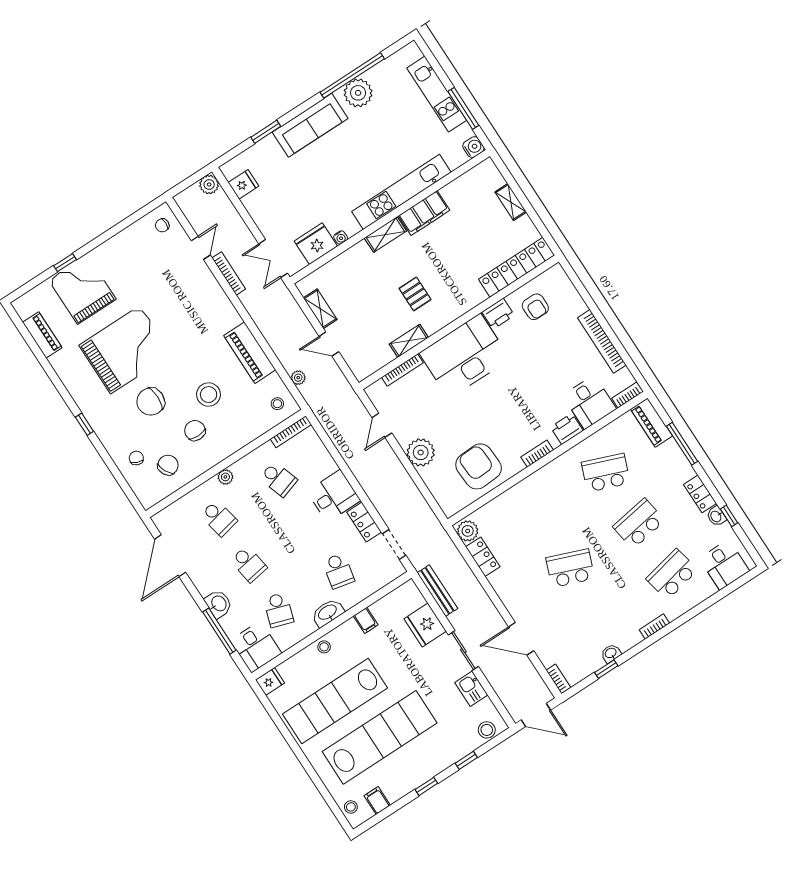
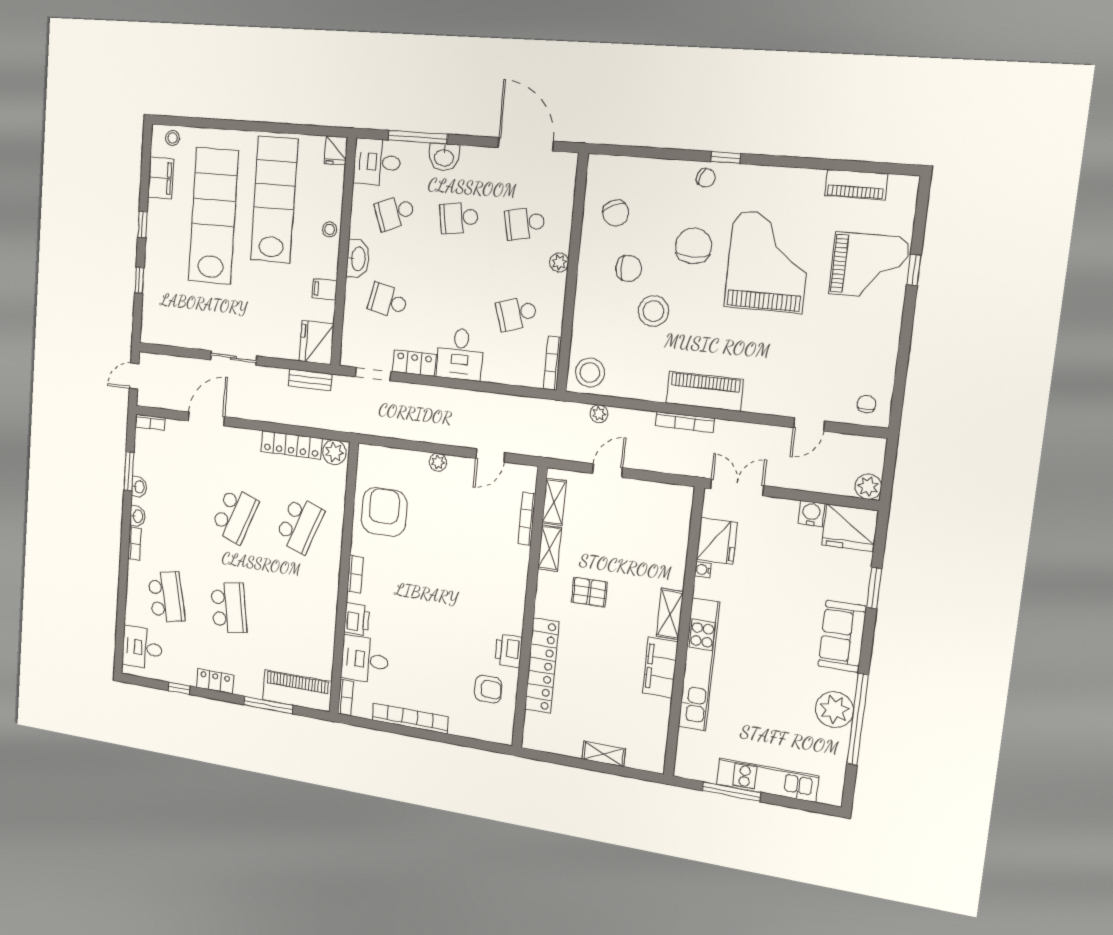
sofa: (310, 125) -> (842, 636), width x0.73
water cooler: (473, 147) -> (811, 513), moved, turned 180
fridge: (243, 184) -> (850, 528), width x1.88, depth x1.34
door: (201, 248) -> (809, 424), hinge flipped
locker: (517, 267) -> (542, 666), moved
bookcase: (229, 274) -> (685, 422), moved
armchair: (535, 307) -> (488, 689), turned 180
shelving: (320, 309) -> (554, 502), moved, turned 90
grand piano: (125, 350) -> (768, 262), turned 180
piano: (250, 353) -> (705, 391), moved
desk: (465, 356) -> (494, 587), removed
stool: (277, 404) -> (590, 372), width x1.89, depth x1.89
piano: (652, 423) -> (297, 691), width x1.37, depth x1.33
door: (382, 425) -> (490, 455), swing flipped
plant: (421, 452) -> (438, 462), width x0.53, depth x0.53
chair: (136, 458) -> (706, 178), moved
armchair: (479, 466) -> (384, 512), turned -87
school desk: (606, 473) -> (300, 525), moved
washbasin: (716, 516) -> (138, 516), moved, turned 90
locker: (483, 557) -> (291, 445), width x1.53
bench: (437, 591) -> (310, 380), width x0.73
school desk: (279, 610) -> (395, 213), turned -39
fridge: (425, 625) -> (317, 343), moved, turned -90
window: (606, 669) -> (129, 471), width x1.50
kitchen sink: (471, 689) -> (196, 337), removed
door: (536, 715) -> (134, 376), width x0.73
stool: (487, 730) -> (152, 321), removed
lab bench: (380, 737) -> (213, 216), turned 180
filing cabinet: (377, 801) -> (161, 178), width x2.00

